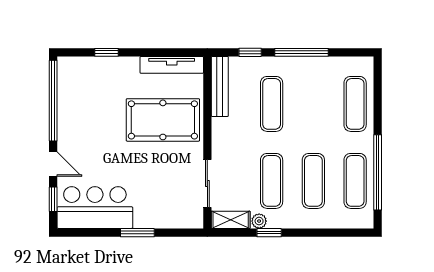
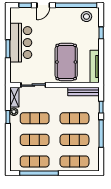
stool: (75, 81) -> (86, 17), added
exercise mat: (313, 104) -> (74, 140), added
bar counter: (95, 208) -> (21, 43), moved

